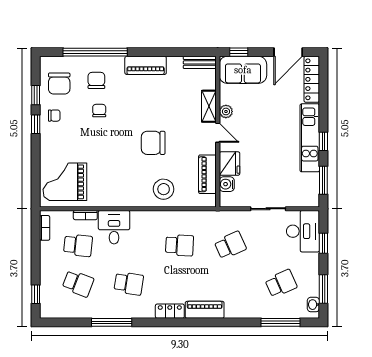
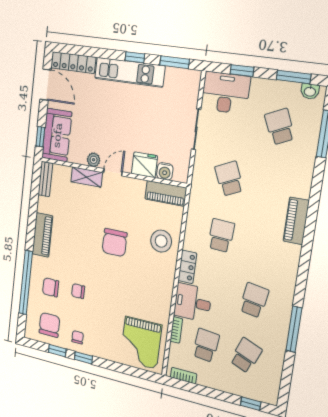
chair: (59, 84) -> (49, 325), turned -90
piano: (207, 174) -> (166, 193), moved
locker: (170, 311) -> (187, 267), moved, turned 180

